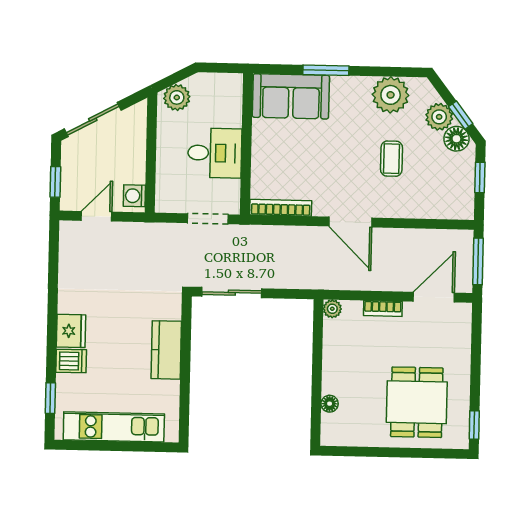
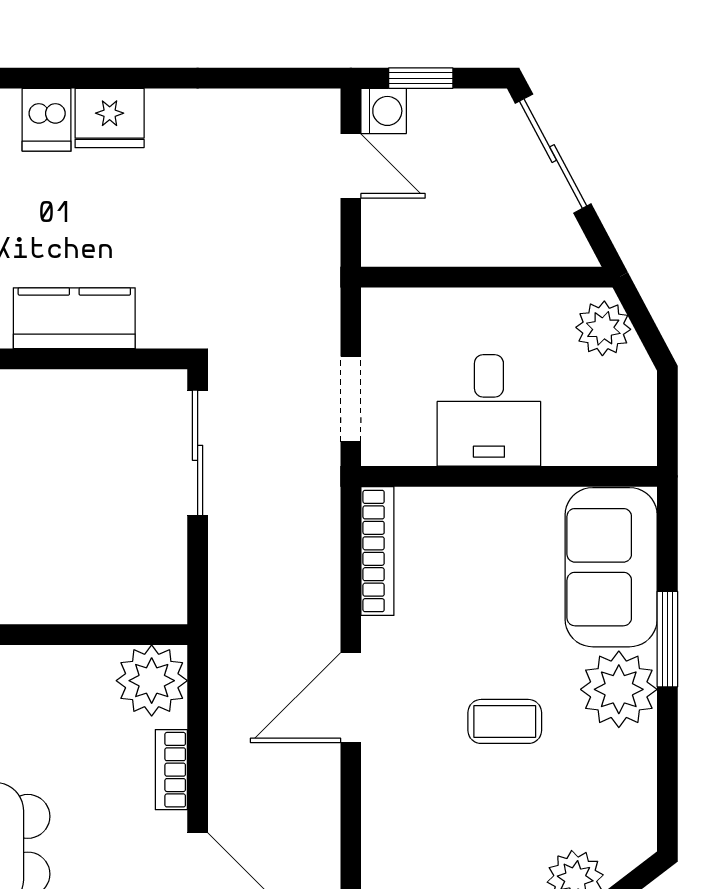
plant: (391, 95) -> (619, 689), moved
coffee table: (391, 159) -> (505, 721), moved
washing machine: (134, 196) -> (384, 111), moved, turned 90
plant: (332, 309) -> (152, 681), width x1.87, depth x1.87

